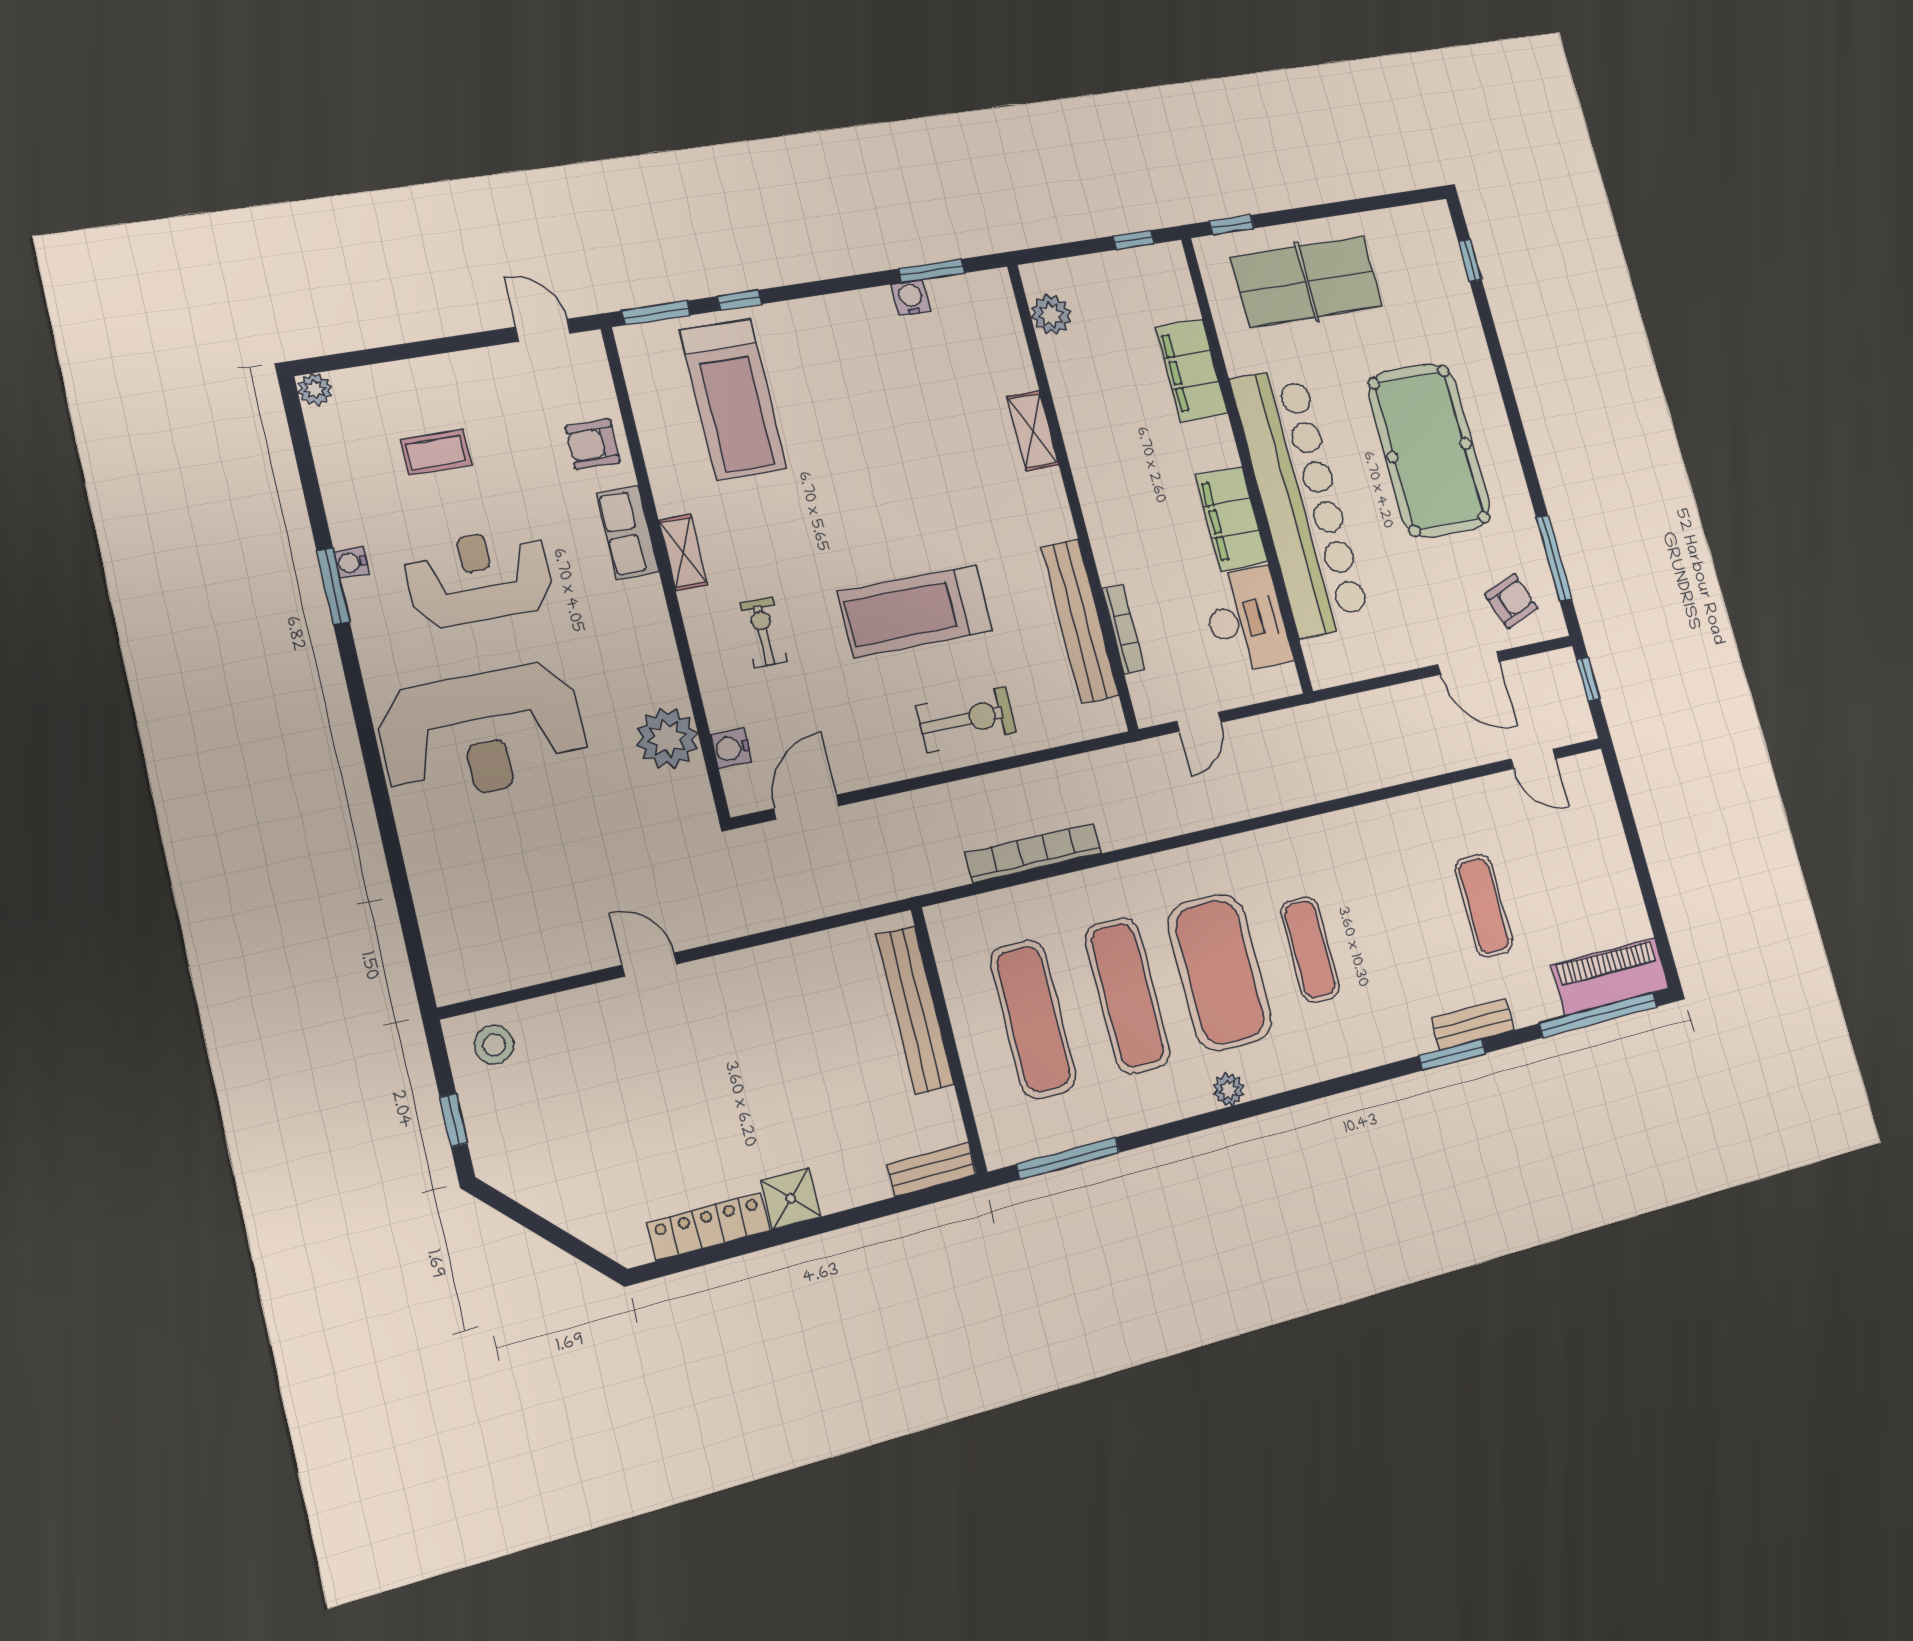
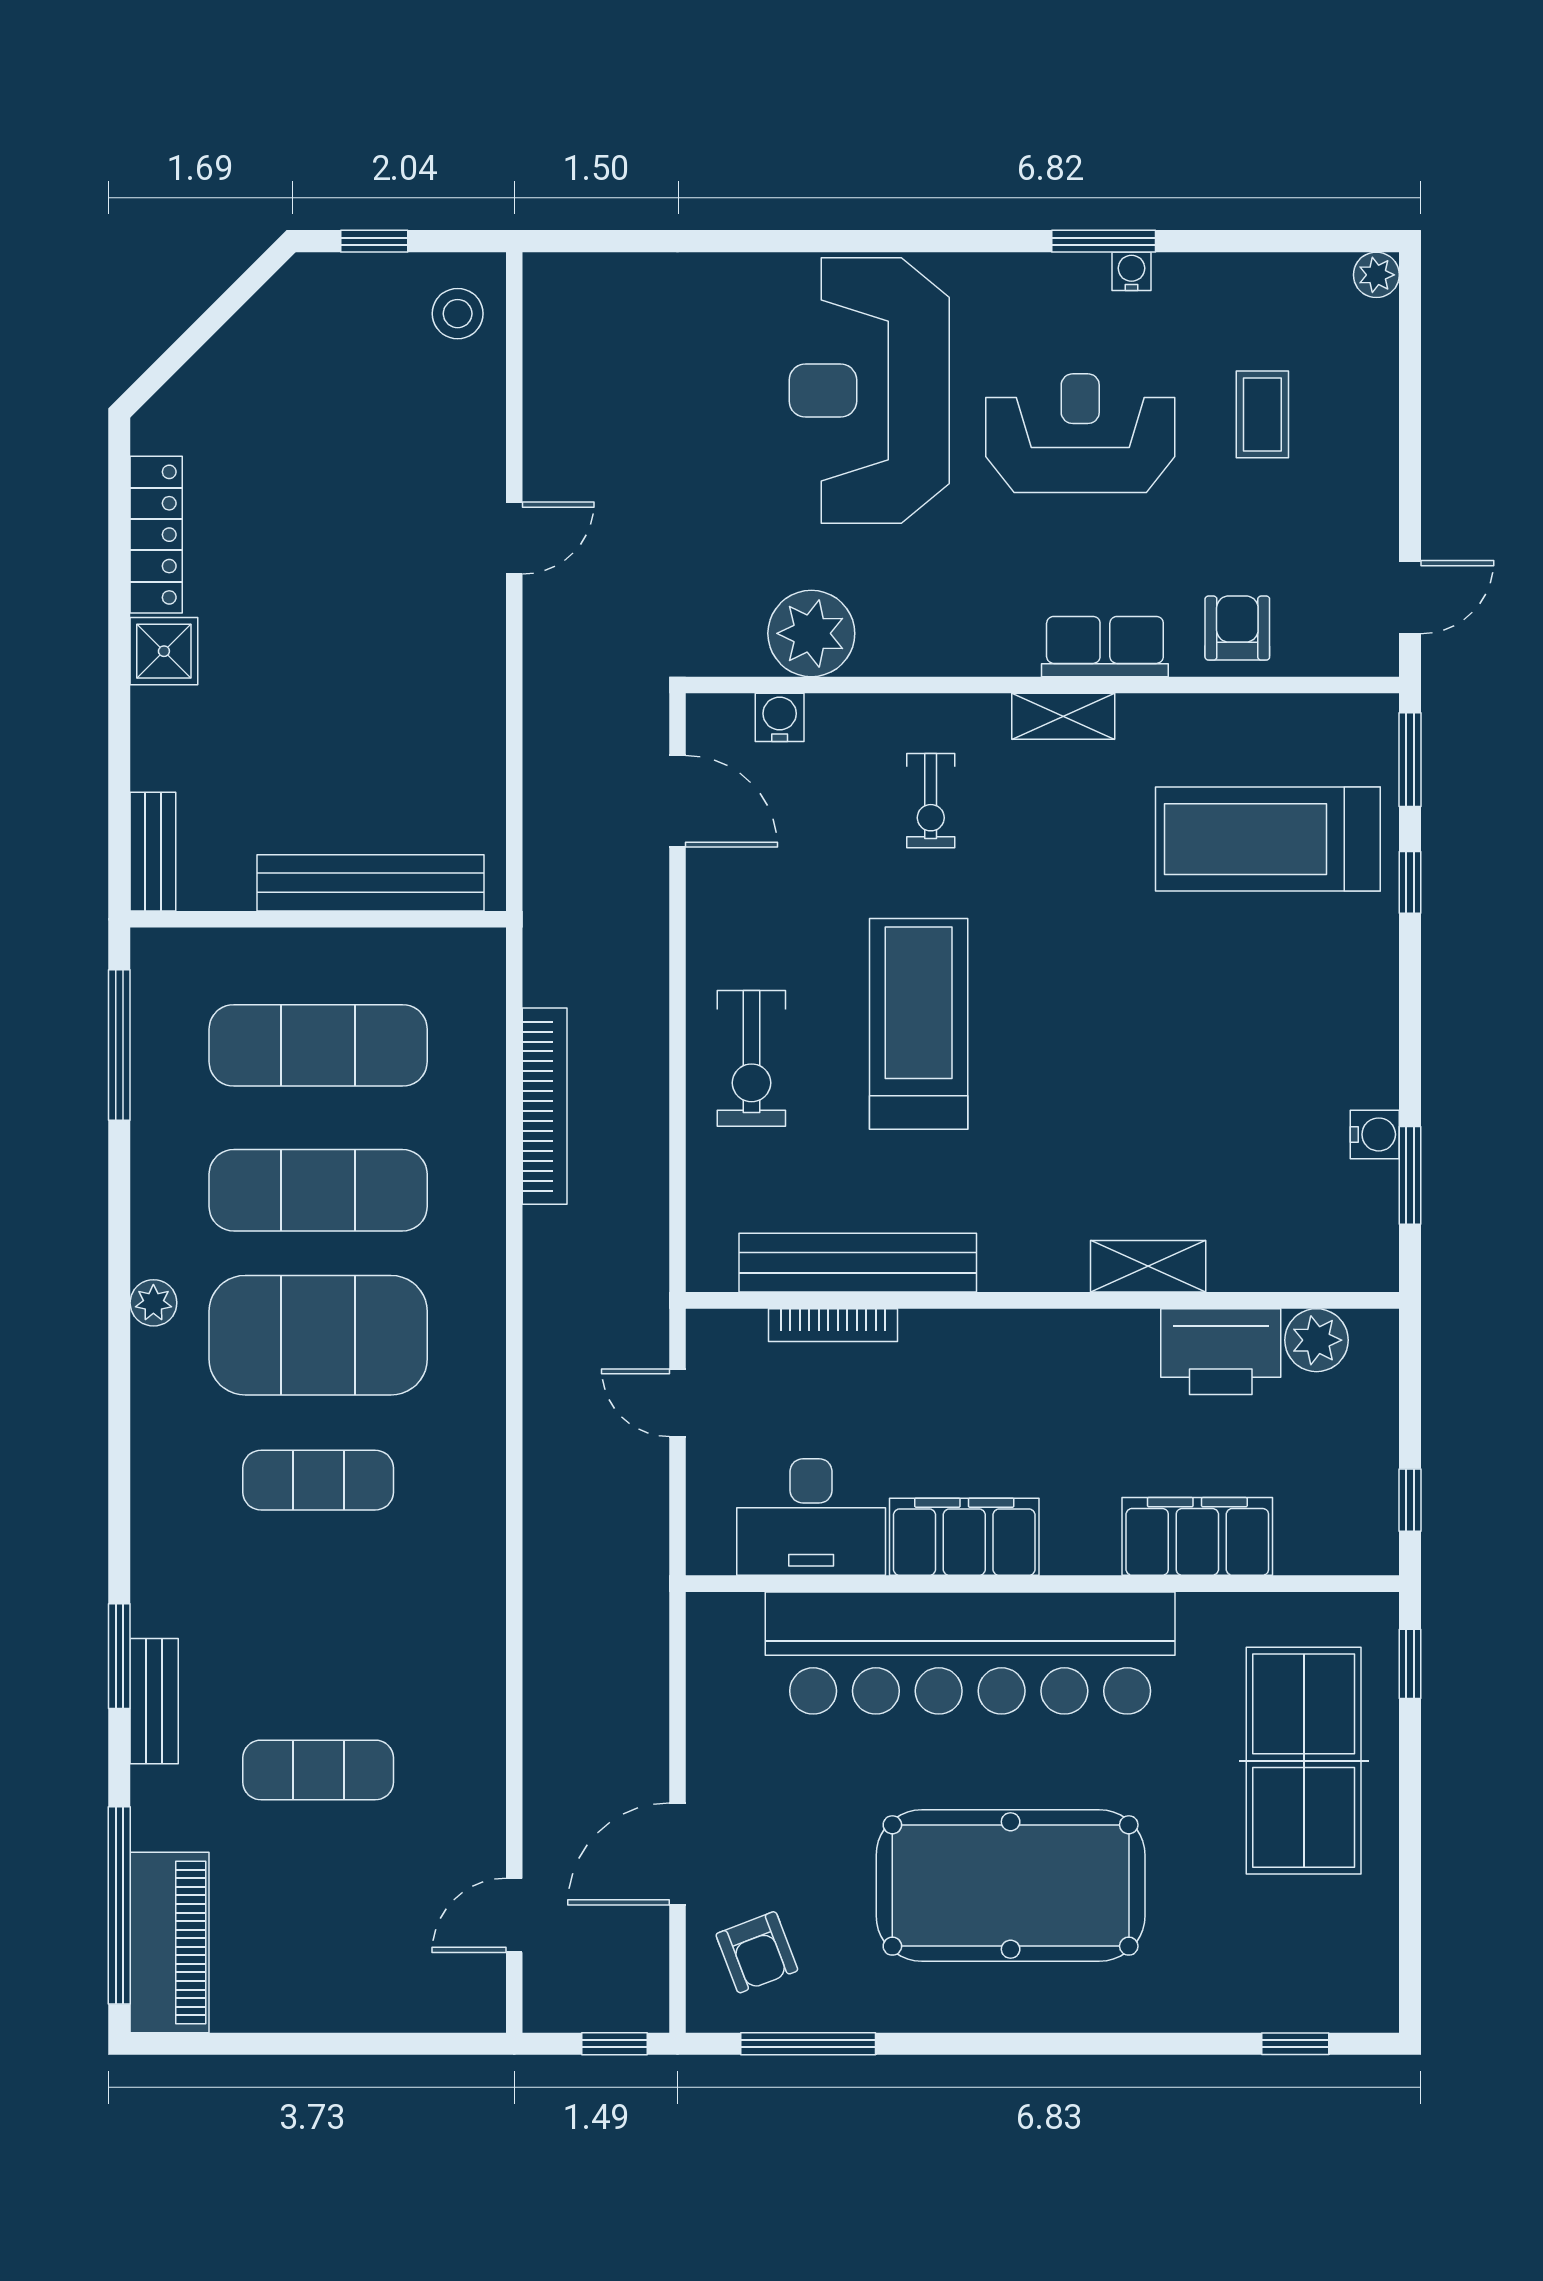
printer: (1074, 375) -> (1221, 1352), added
reception desk: (479, 577) -> (1080, 433), turned -90
exercise bike: (763, 632) -> (931, 801), turned 89

